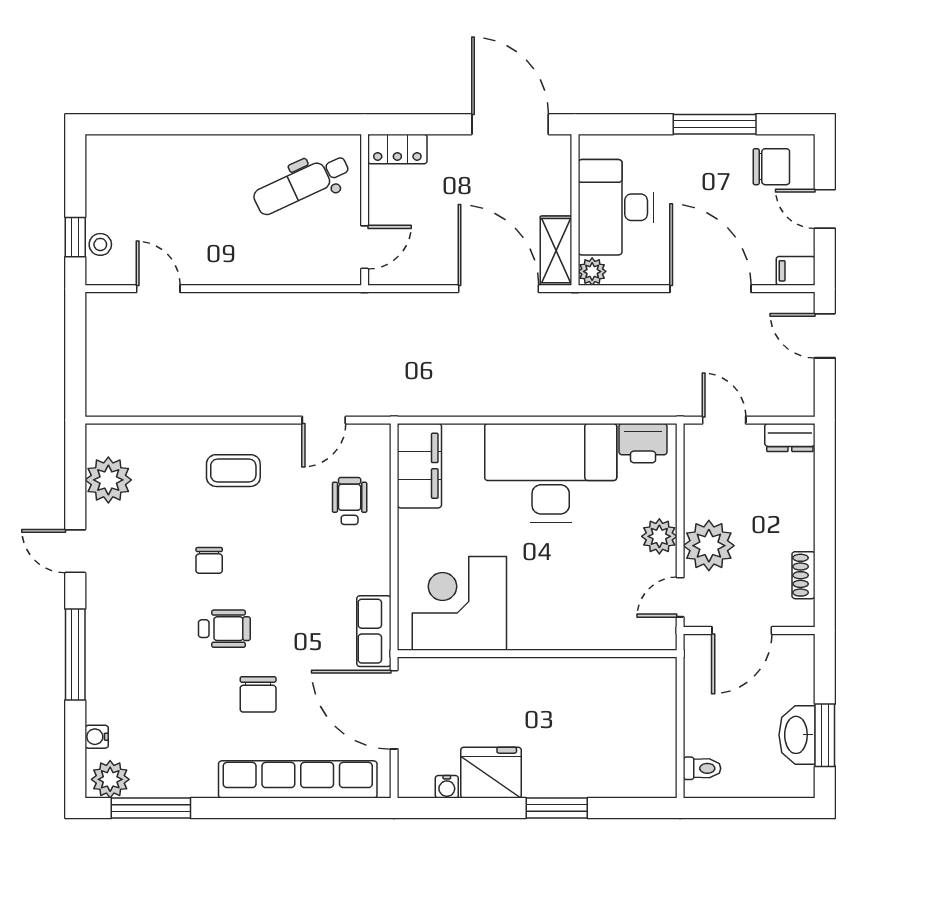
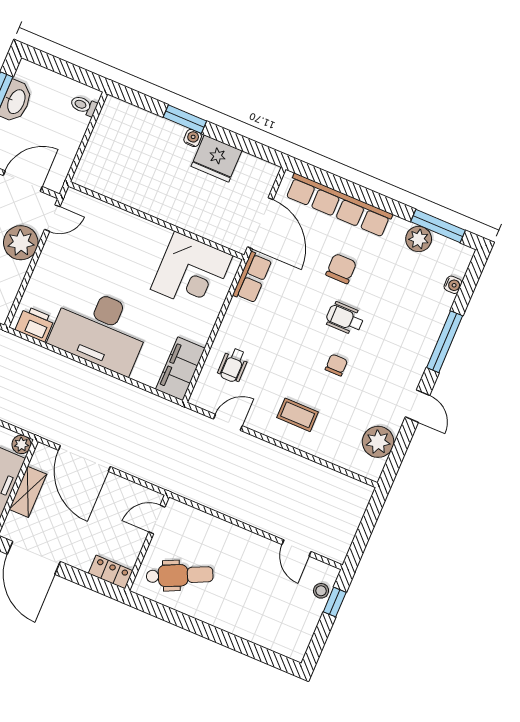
shelving: (556, 251) -> (28, 492), moved
plant: (659, 536) -> (49, 262), removed
plant: (110, 779) -> (419, 239), moved
water cooler: (447, 787) -> (193, 138), moved

